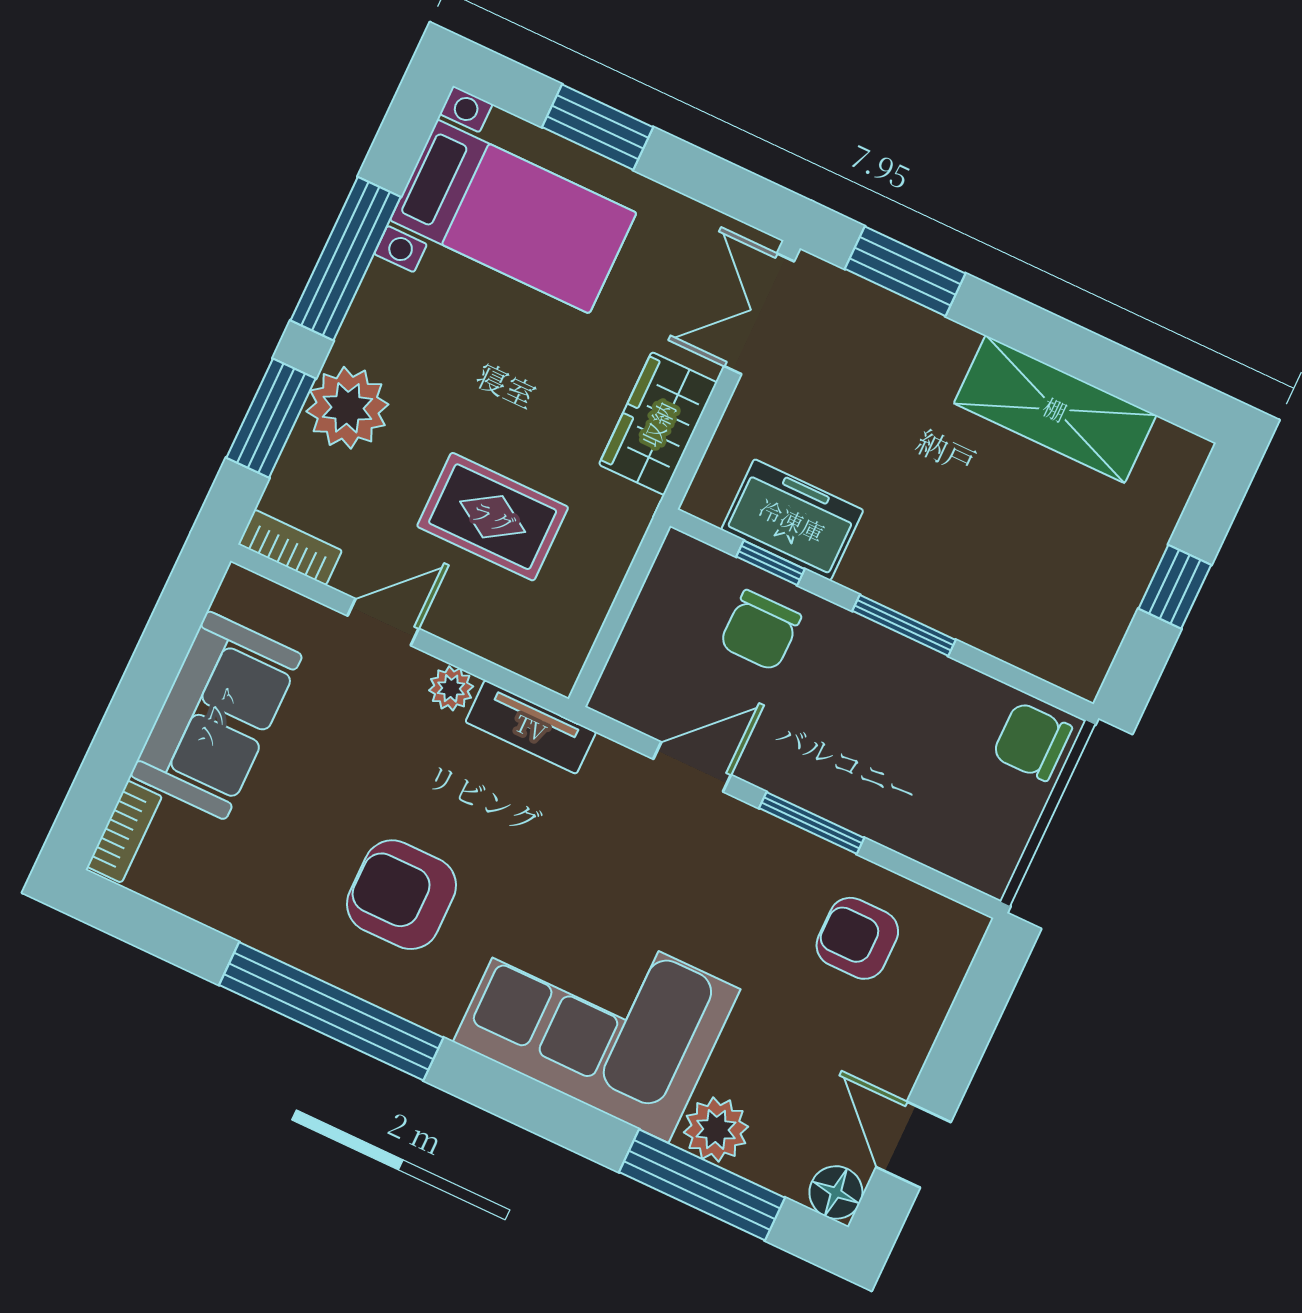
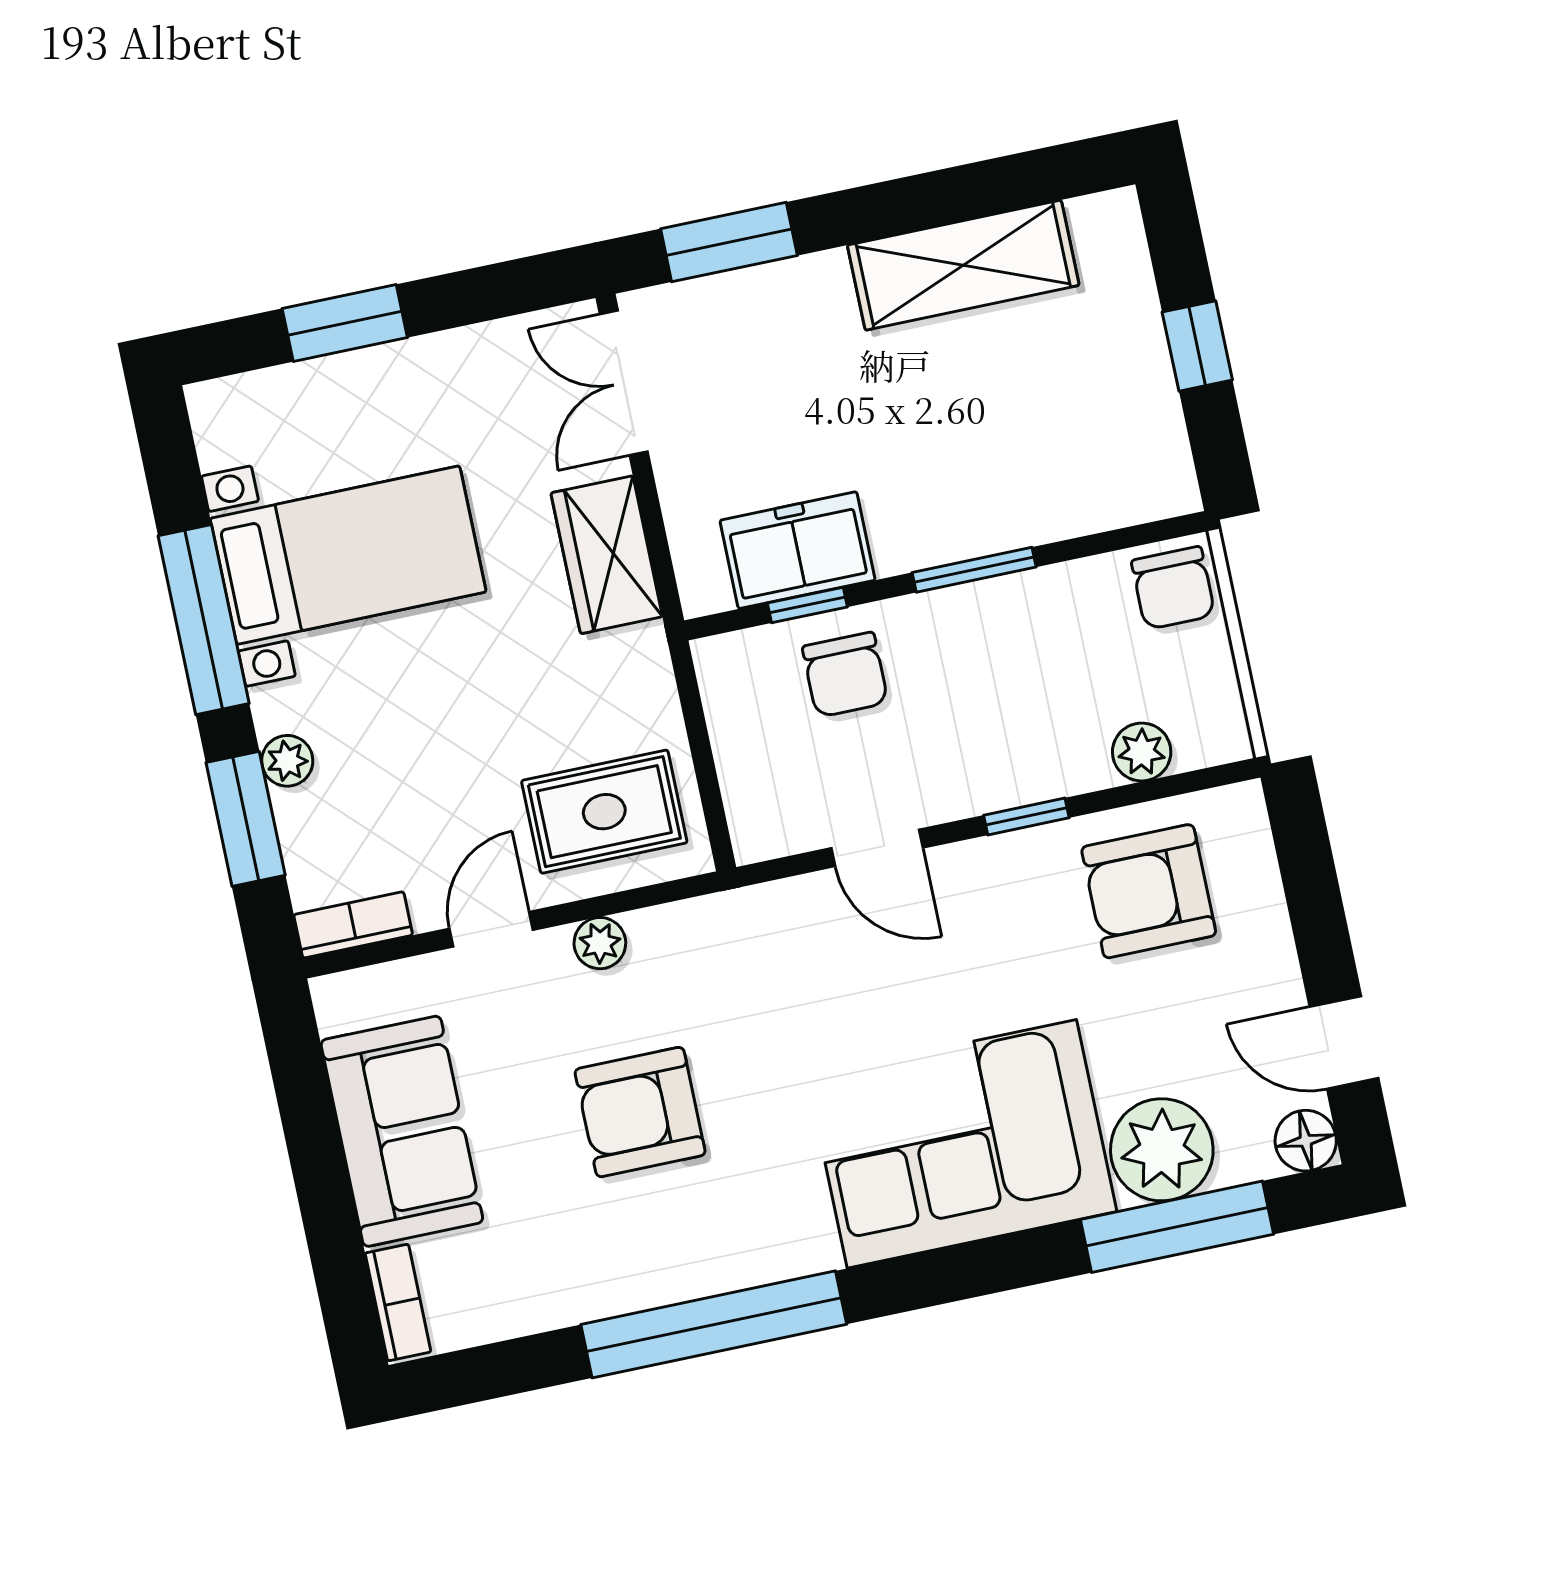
bed with nightstands: (513, 216) -> (348, 555), moved
plant: (347, 408) -> (287, 761), width x0.53, depth x0.53
rug: (493, 517) -> (604, 812), moved
tv unit: (531, 727) -> (700, 923), removed
chair: (1032, 741) -> (1173, 588), turned -90
door: (692, 767) -> (877, 848), swing flipped
window: (812, 823) -> (1026, 816), width x0.67
plant: (925, 838) -> (1142, 752), added
armchair: (402, 895) -> (640, 1112), moved
armchair: (857, 938) -> (1149, 891), width x1.38, depth x1.38
plant: (716, 1129) -> (1162, 1150), width x1.36, depth x1.36

